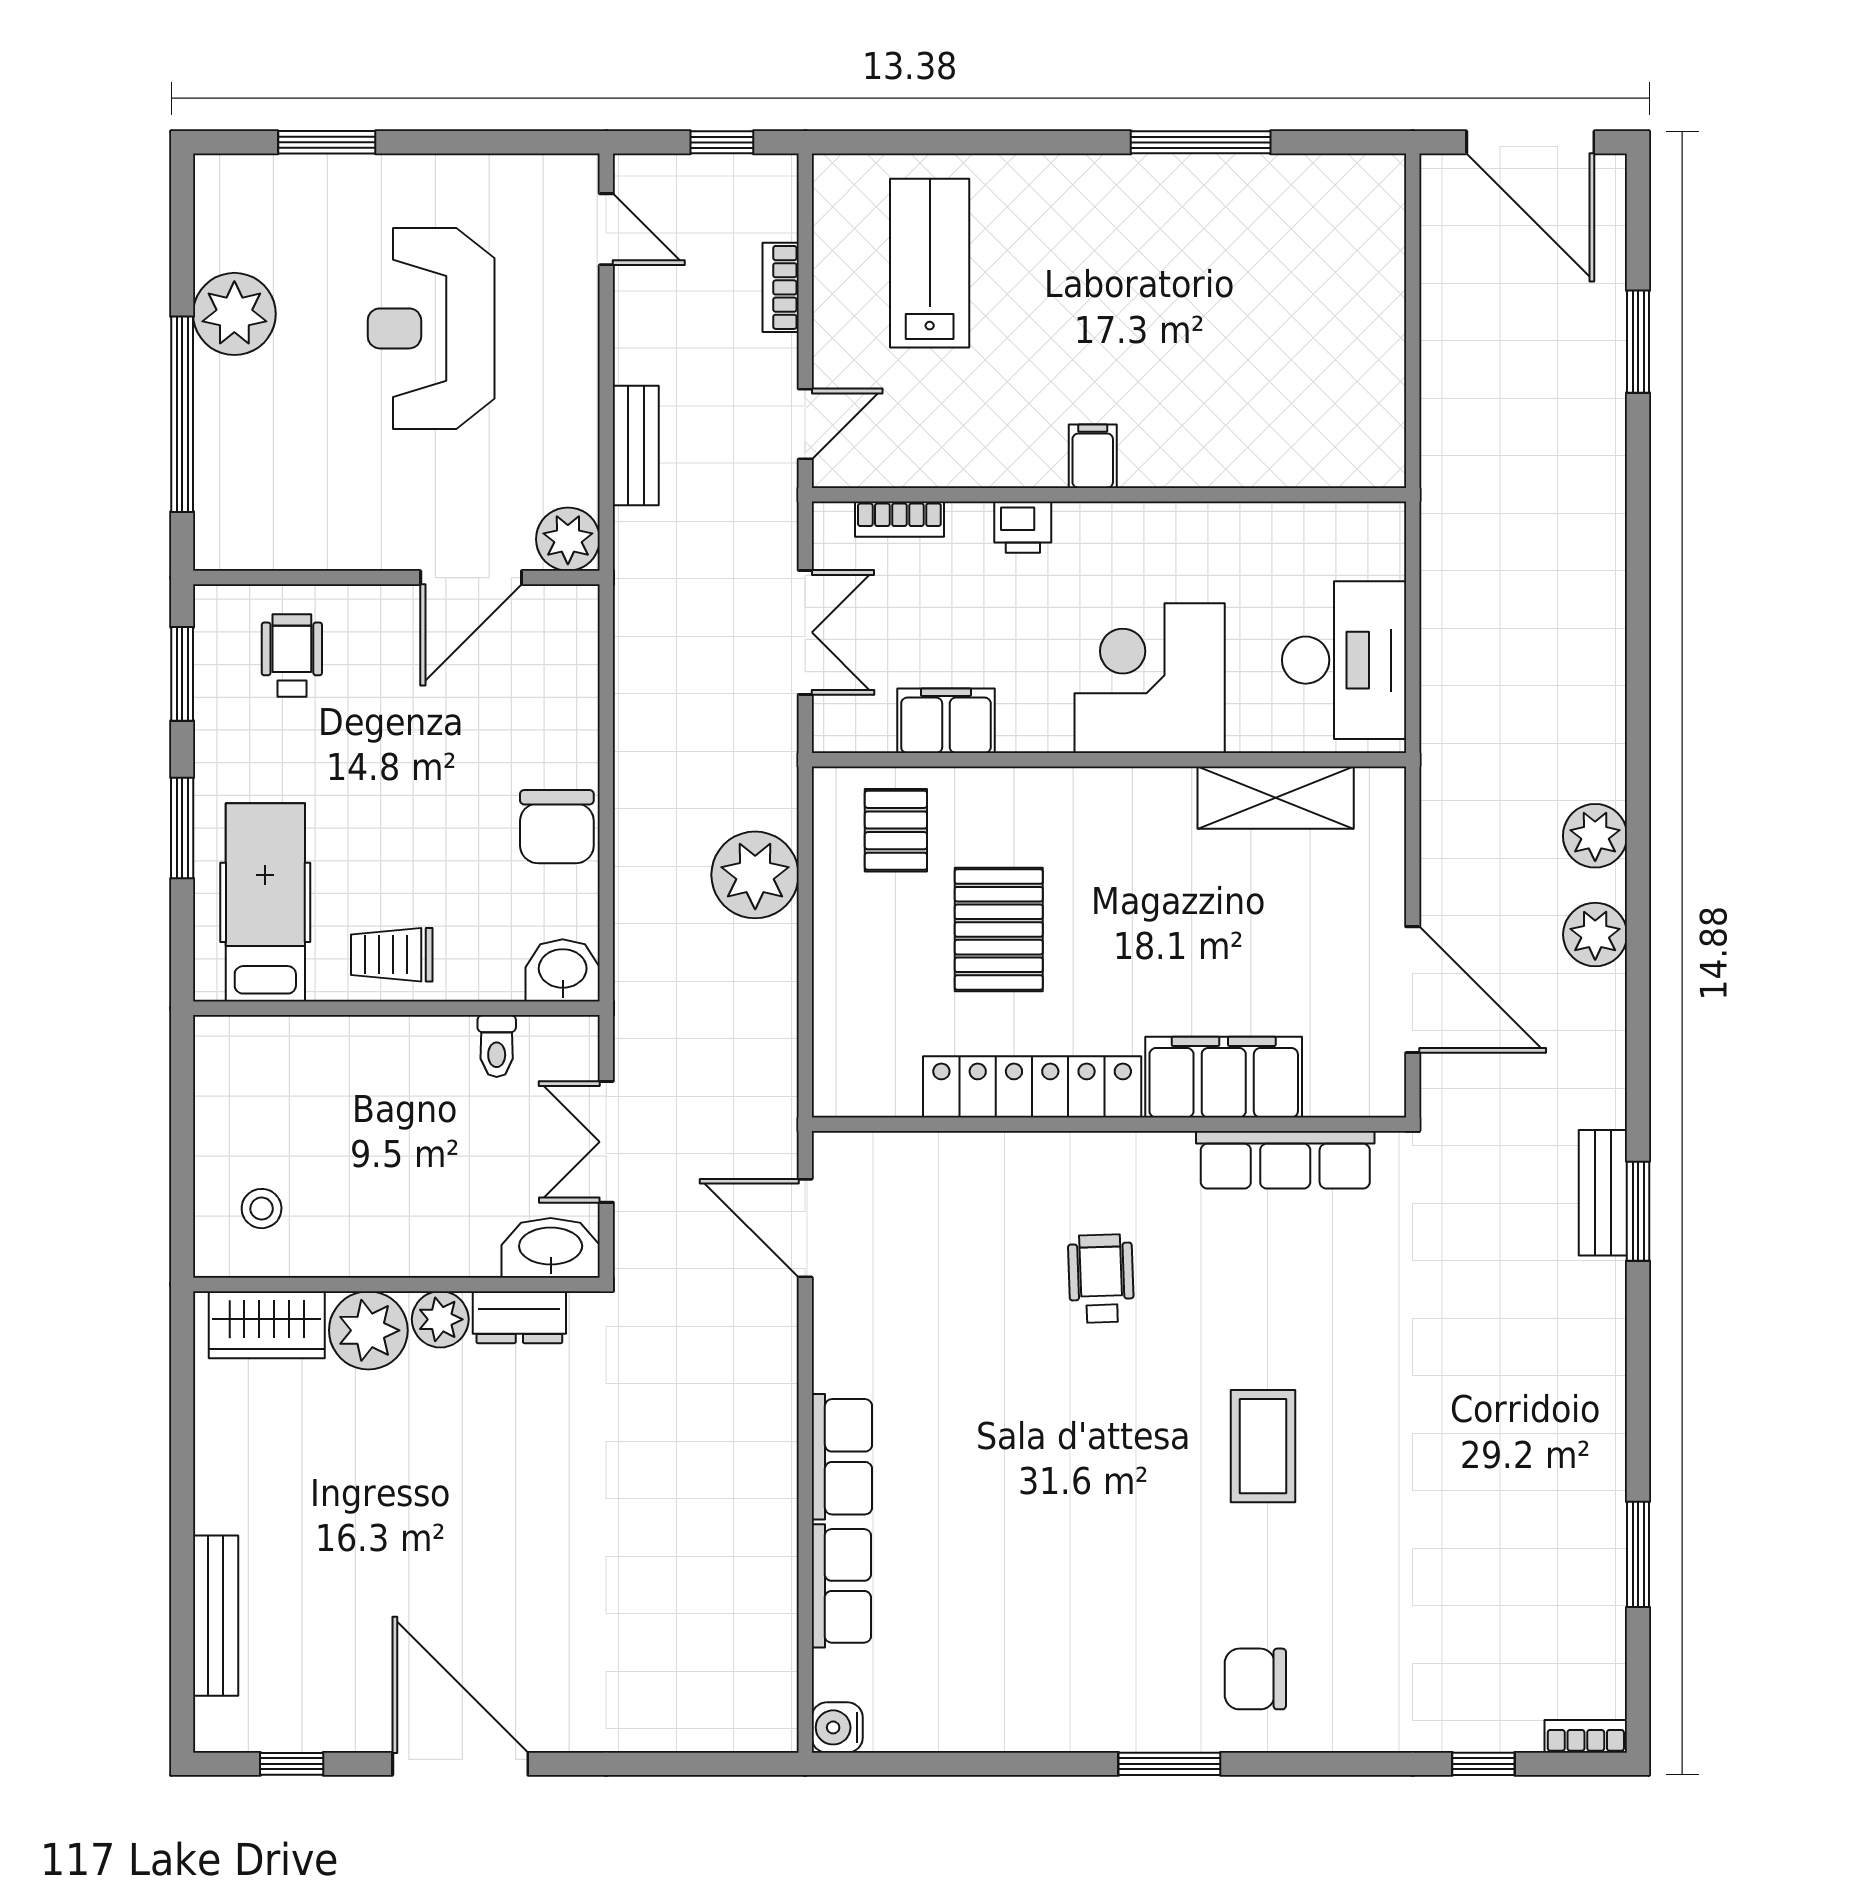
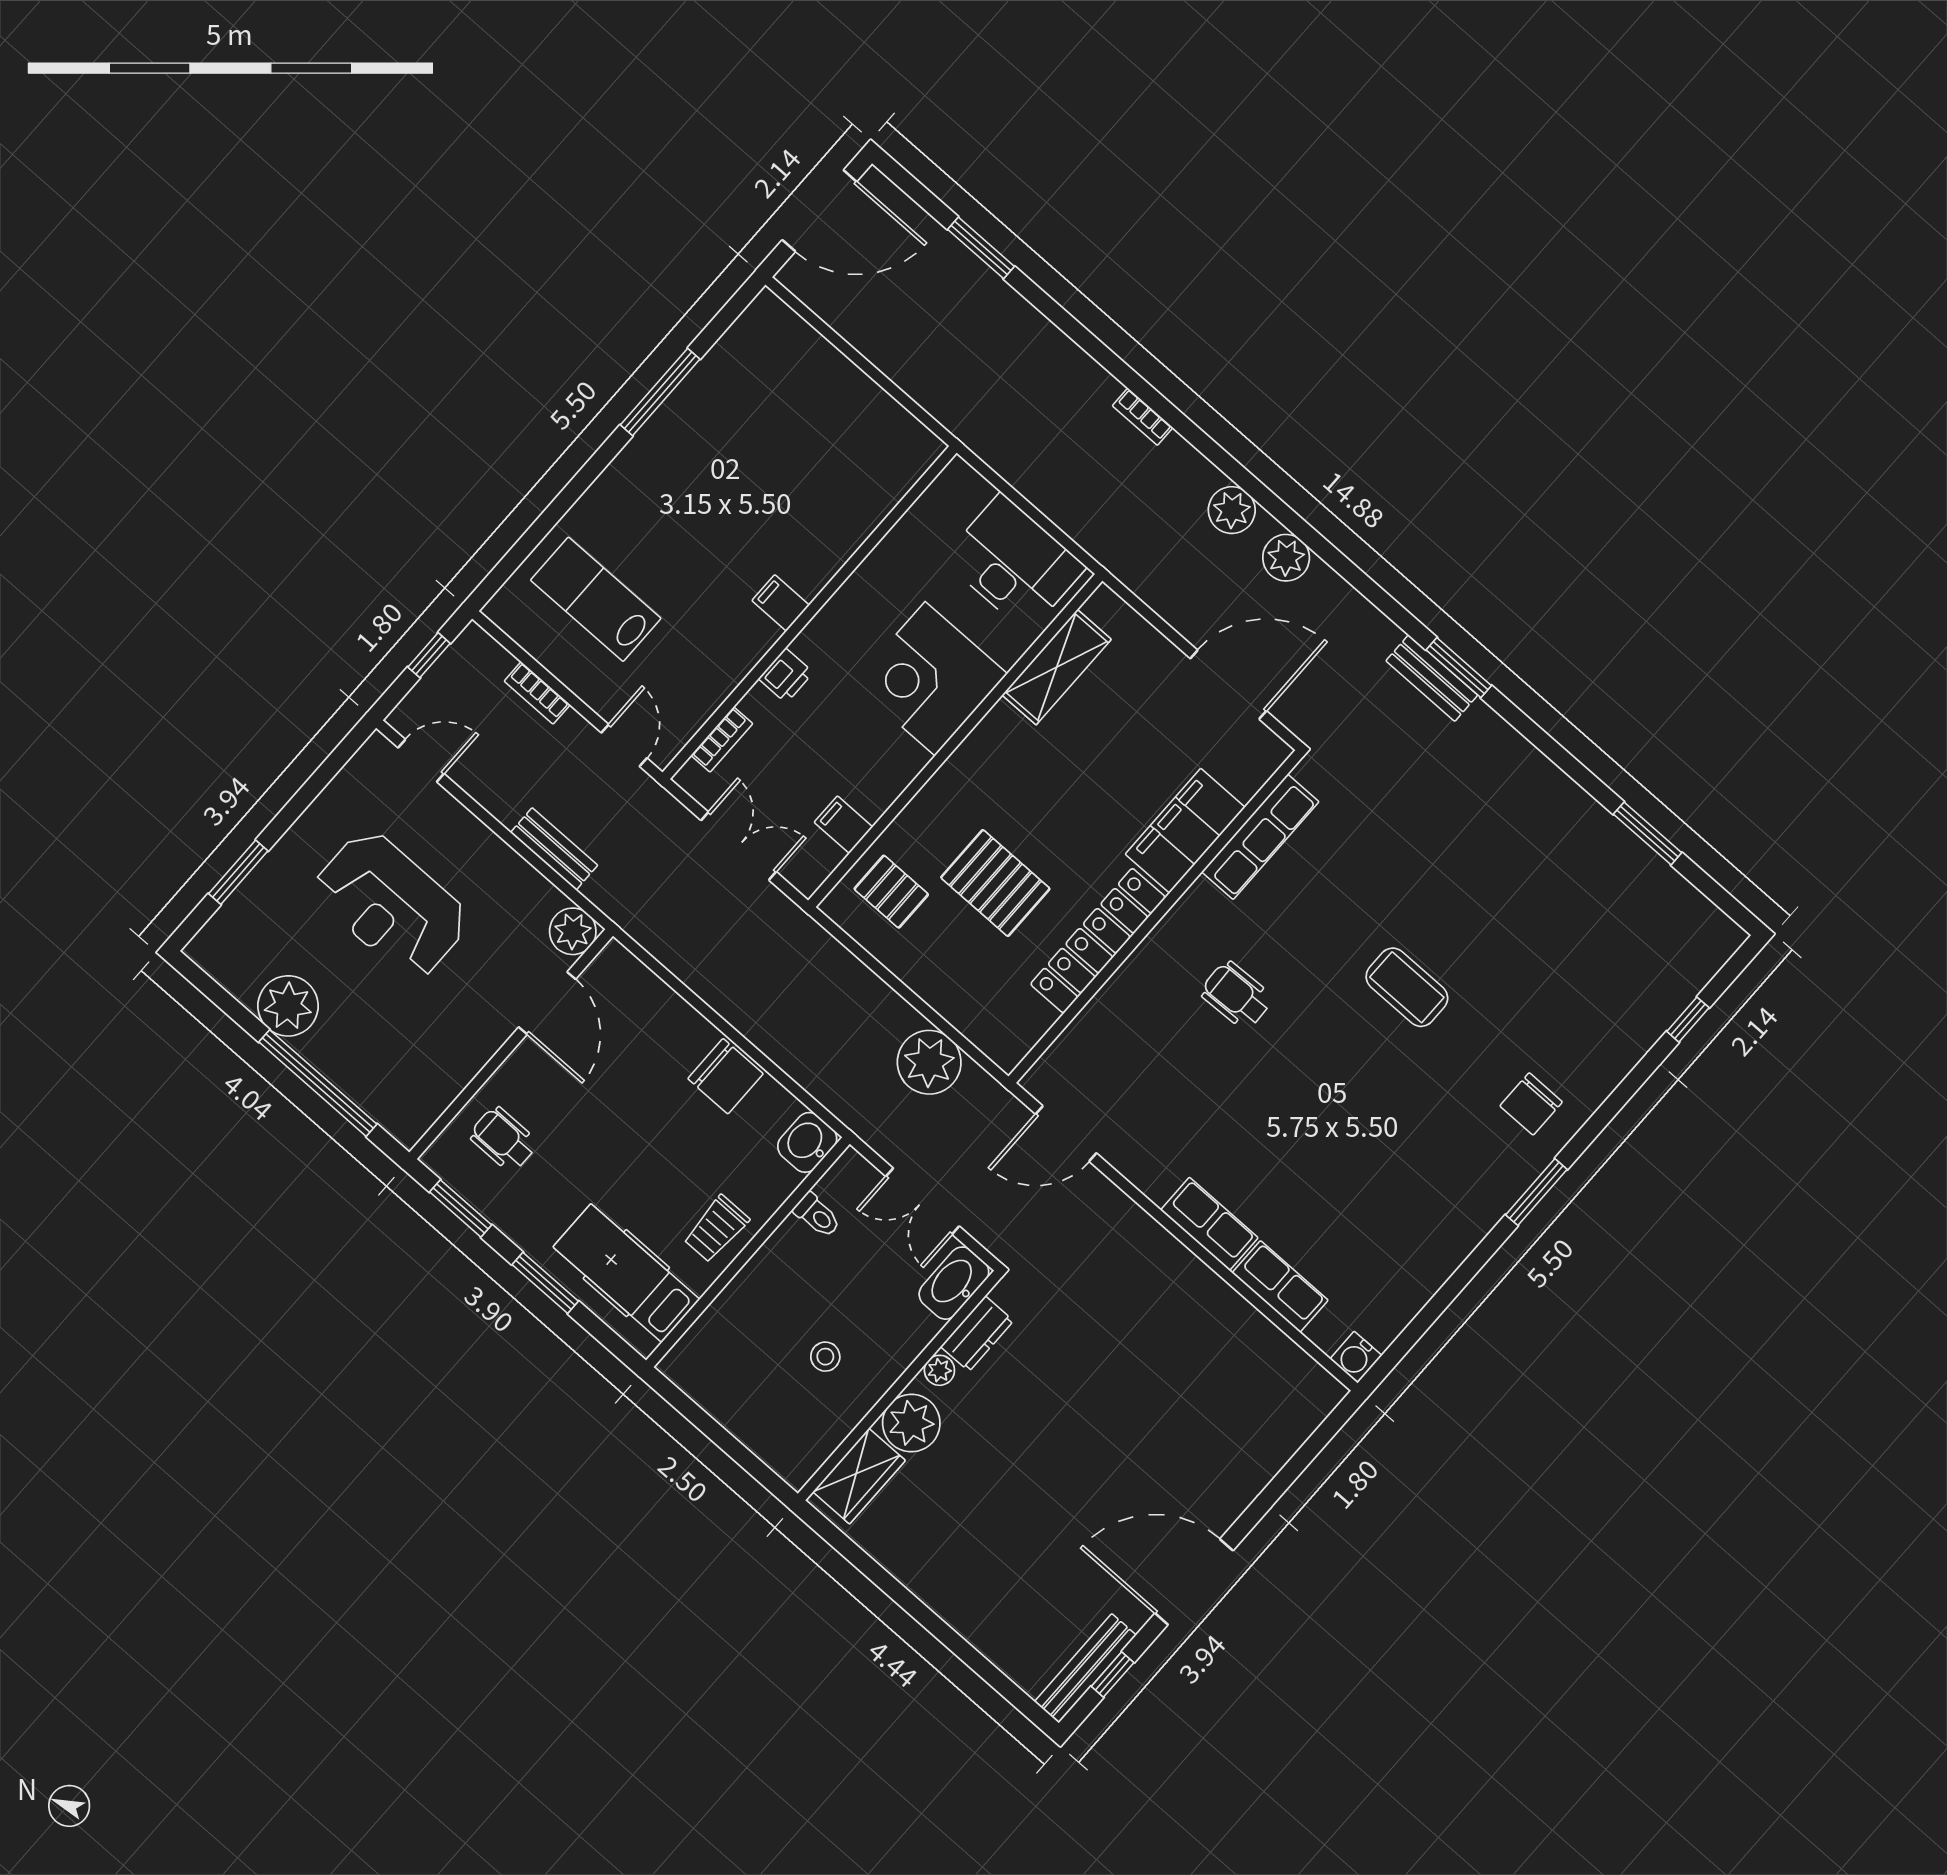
filing cabinet: (946, 721) -> (843, 825), width x0.50
plant: (755, 875) -> (929, 1062), moved
stool: (262, 1209) -> (825, 1357), moved
plant: (440, 1319) -> (939, 1370), width x0.73, depth x0.73
bench: (216, 1616) -> (1085, 1668), moved, turned 90
bookcase: (1586, 1736) -> (1143, 417), moved, turned -90

